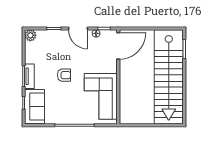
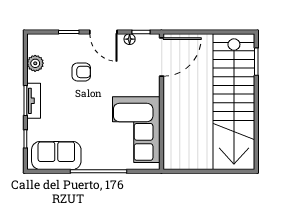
plant: (30, 35) -> (35, 63), moved
armchair: (64, 75) -> (81, 72), moved
sofa: (35, 107) -> (56, 155), moved, turned -90

